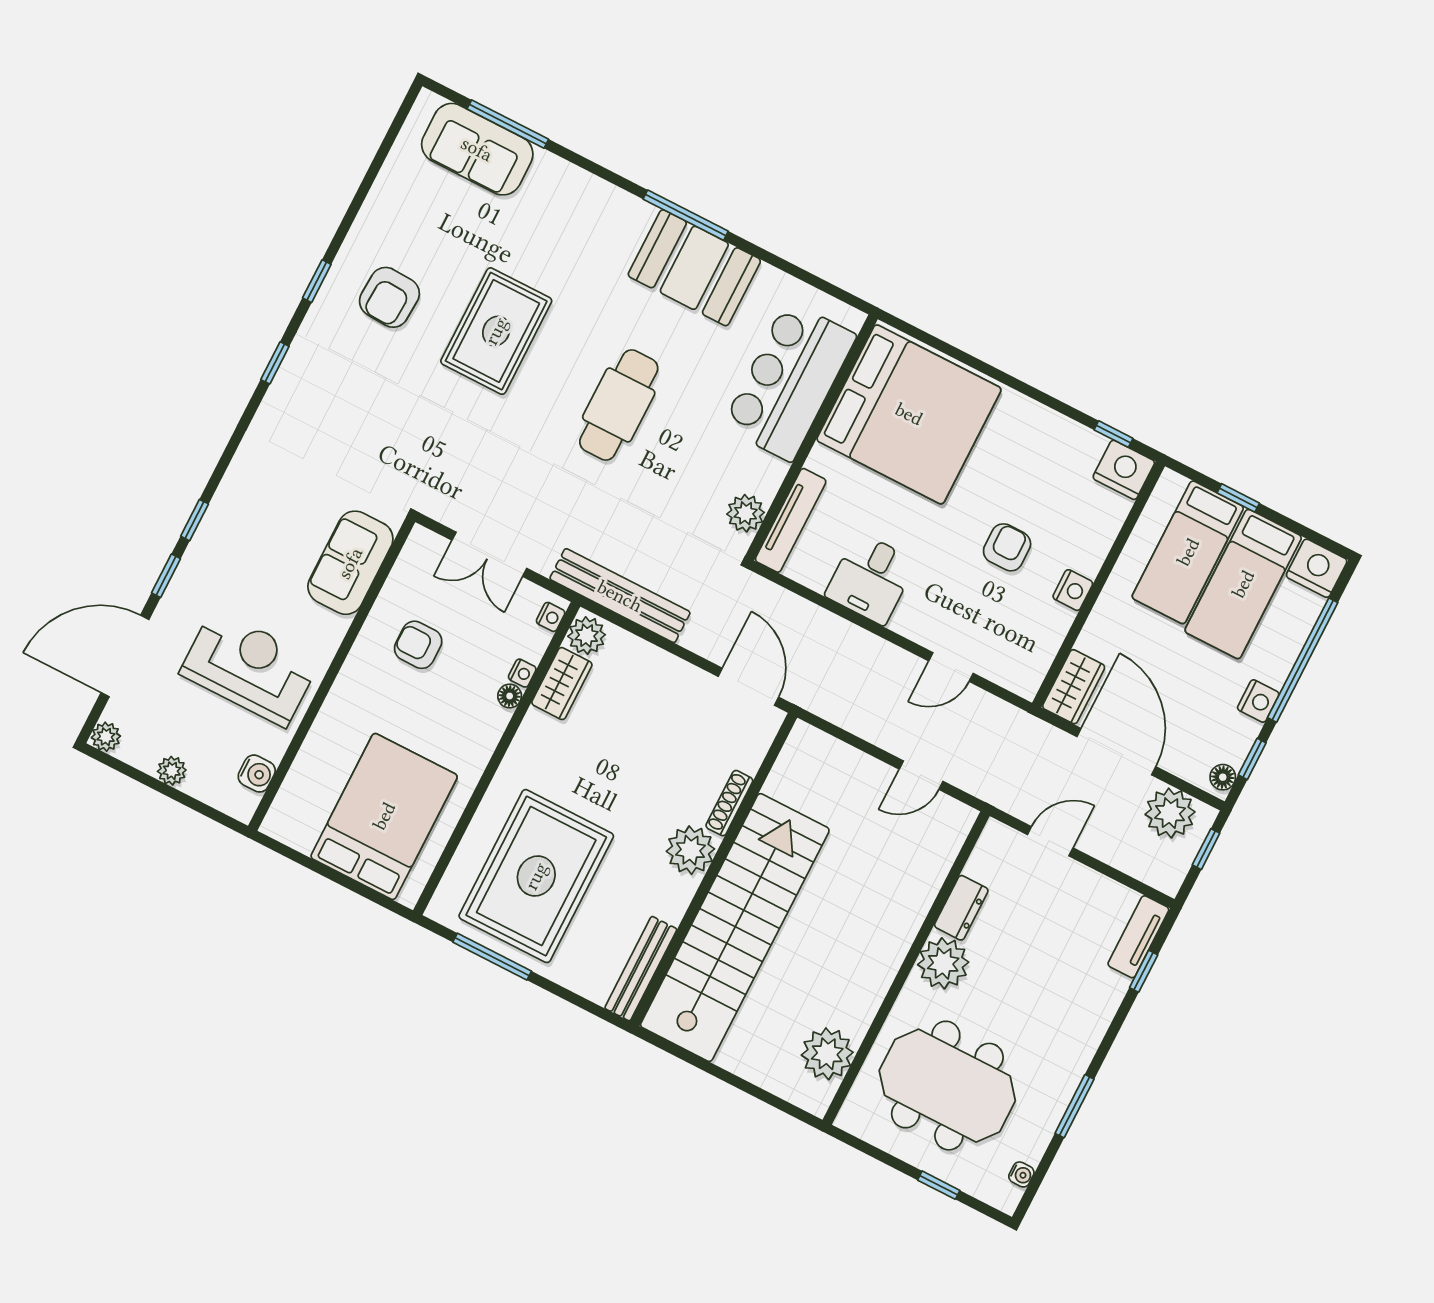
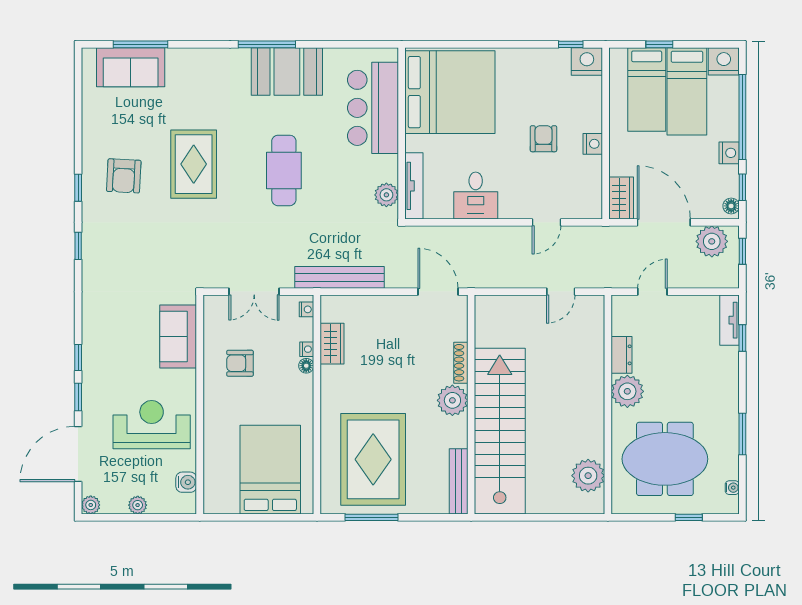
plant: (587, 636) -> (332, 310), removed

